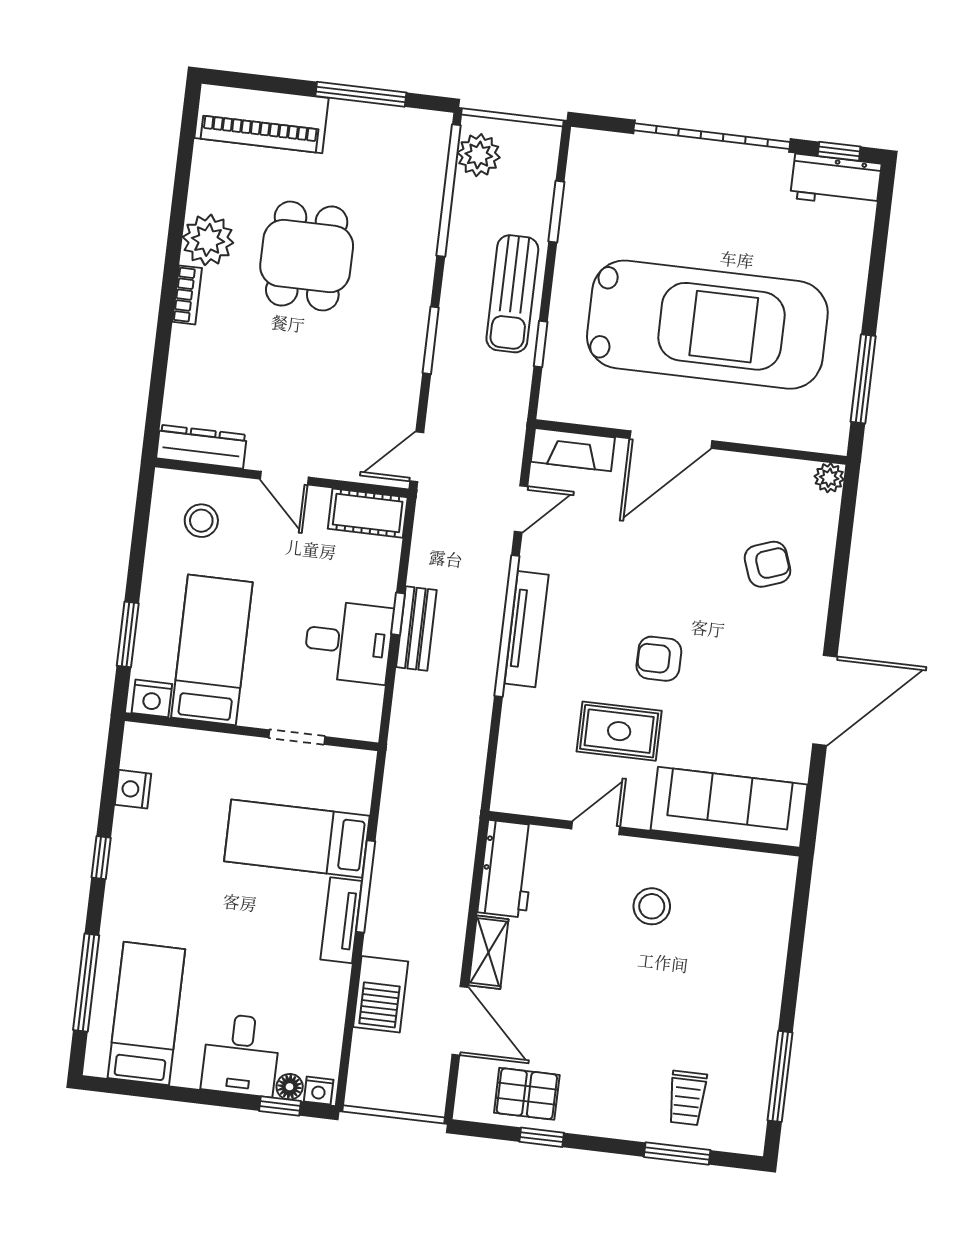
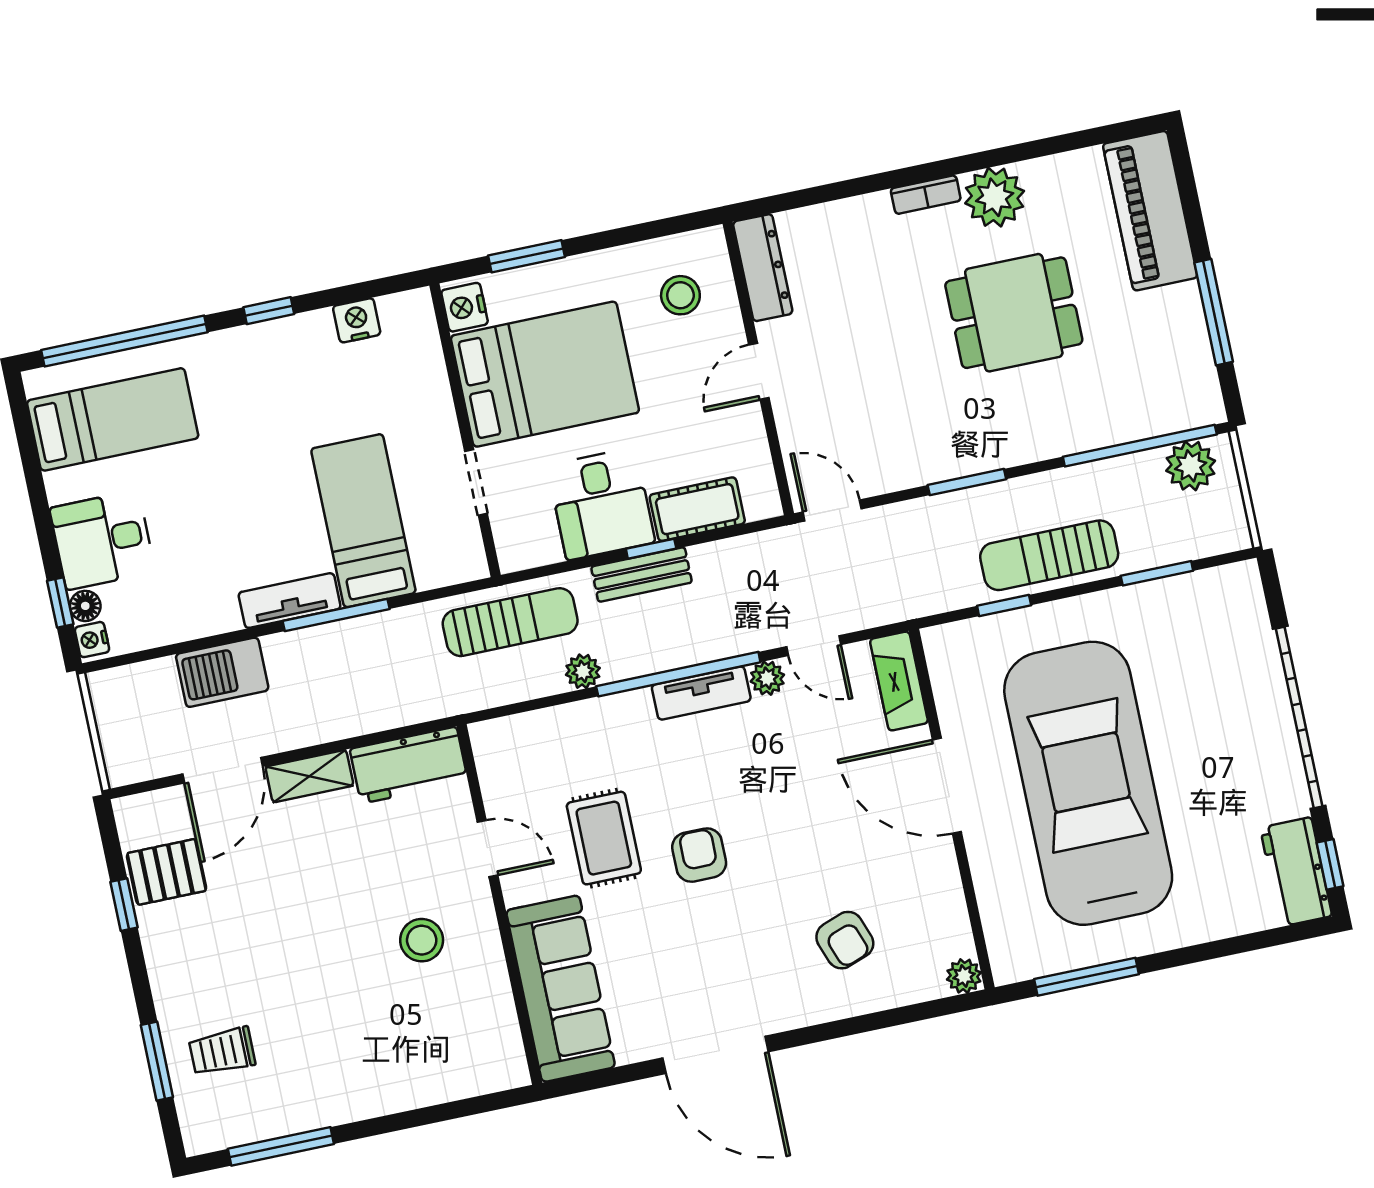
car: (707, 325) -> (1088, 783), turned 180
cot: (368, 513) -> (697, 509), moved, turned 90
plant: (535, 555) -> (767, 678), added
tv unit: (527, 629) -> (701, 693), width x0.71
bed: (212, 650) -> (545, 374), width x1.50
plant: (479, 702) -> (583, 671), added
sun lounger: (419, 748) -> (510, 622), added
window: (86, 983) -> (124, 341), width x1.46
pallet: (527, 1094) -> (167, 872), turned 90

